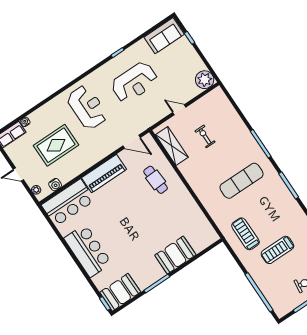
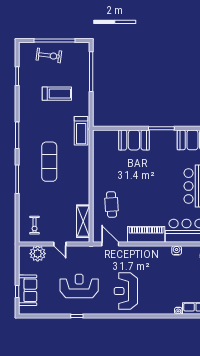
sofa: (164, 36) -> (28, 290), moved, turned 90
plant: (205, 80) -> (38, 254), moved
exercise bike: (205, 136) -> (35, 225), moved
rug: (56, 145) -> (167, 279), removed
exercise mat: (241, 181) -> (49, 162), turned 90
water cooler: (55, 185) -> (177, 250), moved
treadmill: (245, 234) -> (81, 131), moved

